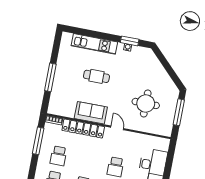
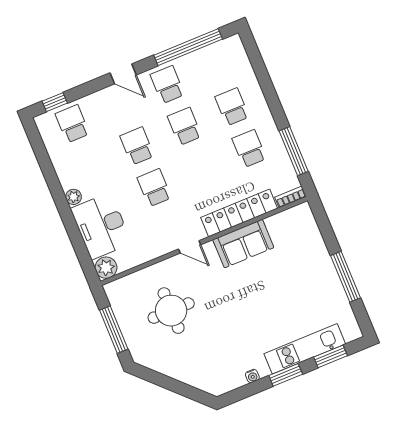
window: (85, 32) -> (331, 356), added
window: (130, 41) -> (286, 375), moved
cafe table: (96, 76) -> (270, 303), removed
window: (50, 77) -> (345, 277), moved
plant: (163, 144) -> (106, 268), added

